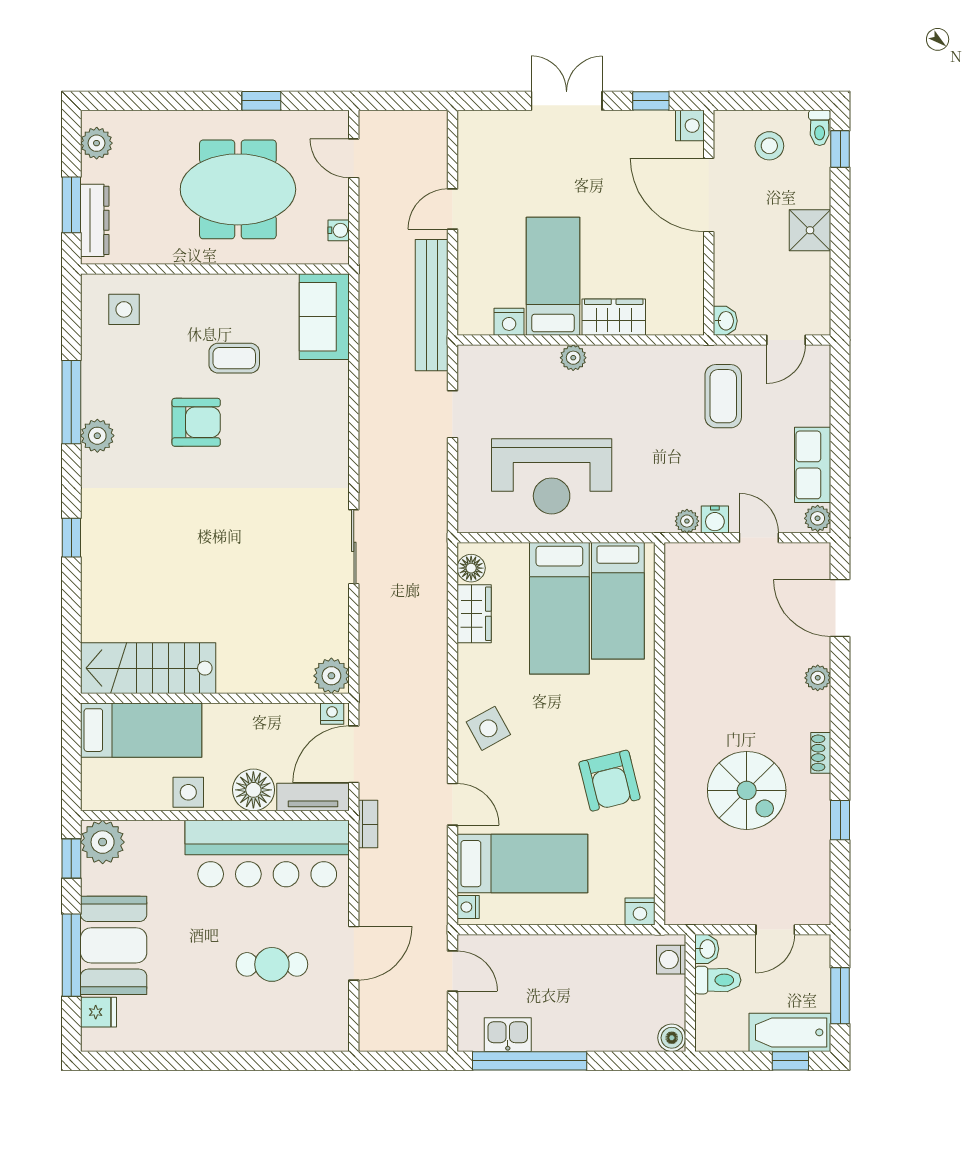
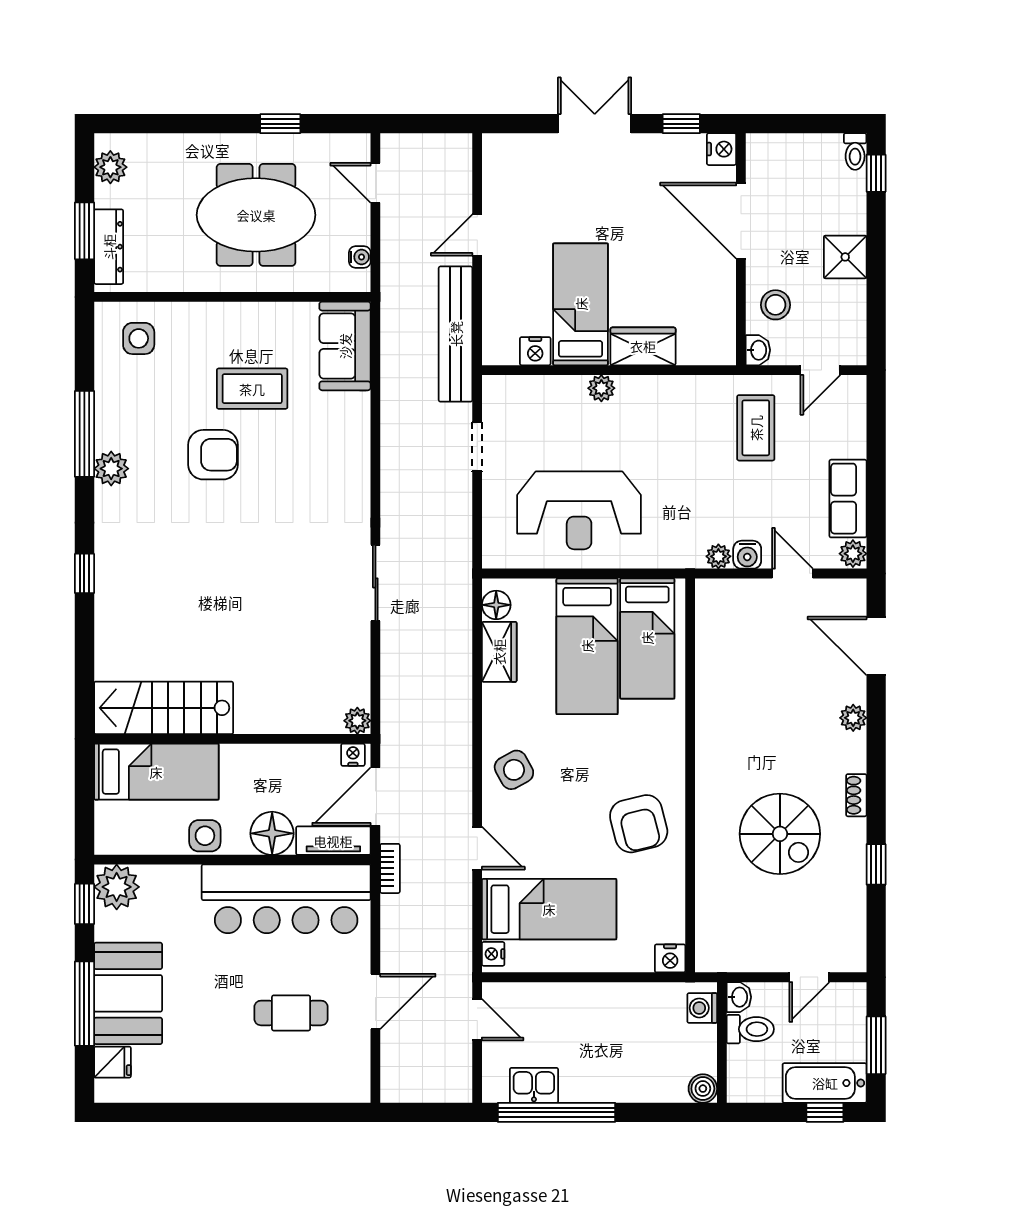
stool: (769, 146) -> (775, 305), moved
coffee table: (234, 358) -> (252, 389), width x1.36, depth x1.30
plant: (331, 676) -> (357, 721), width x0.73, depth x0.73

